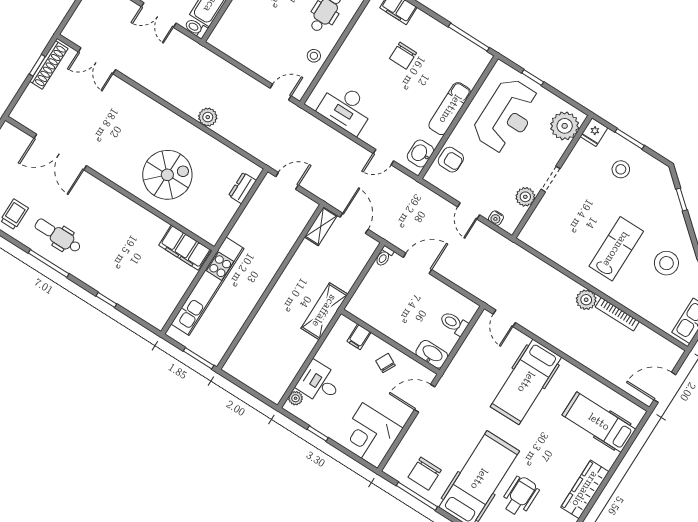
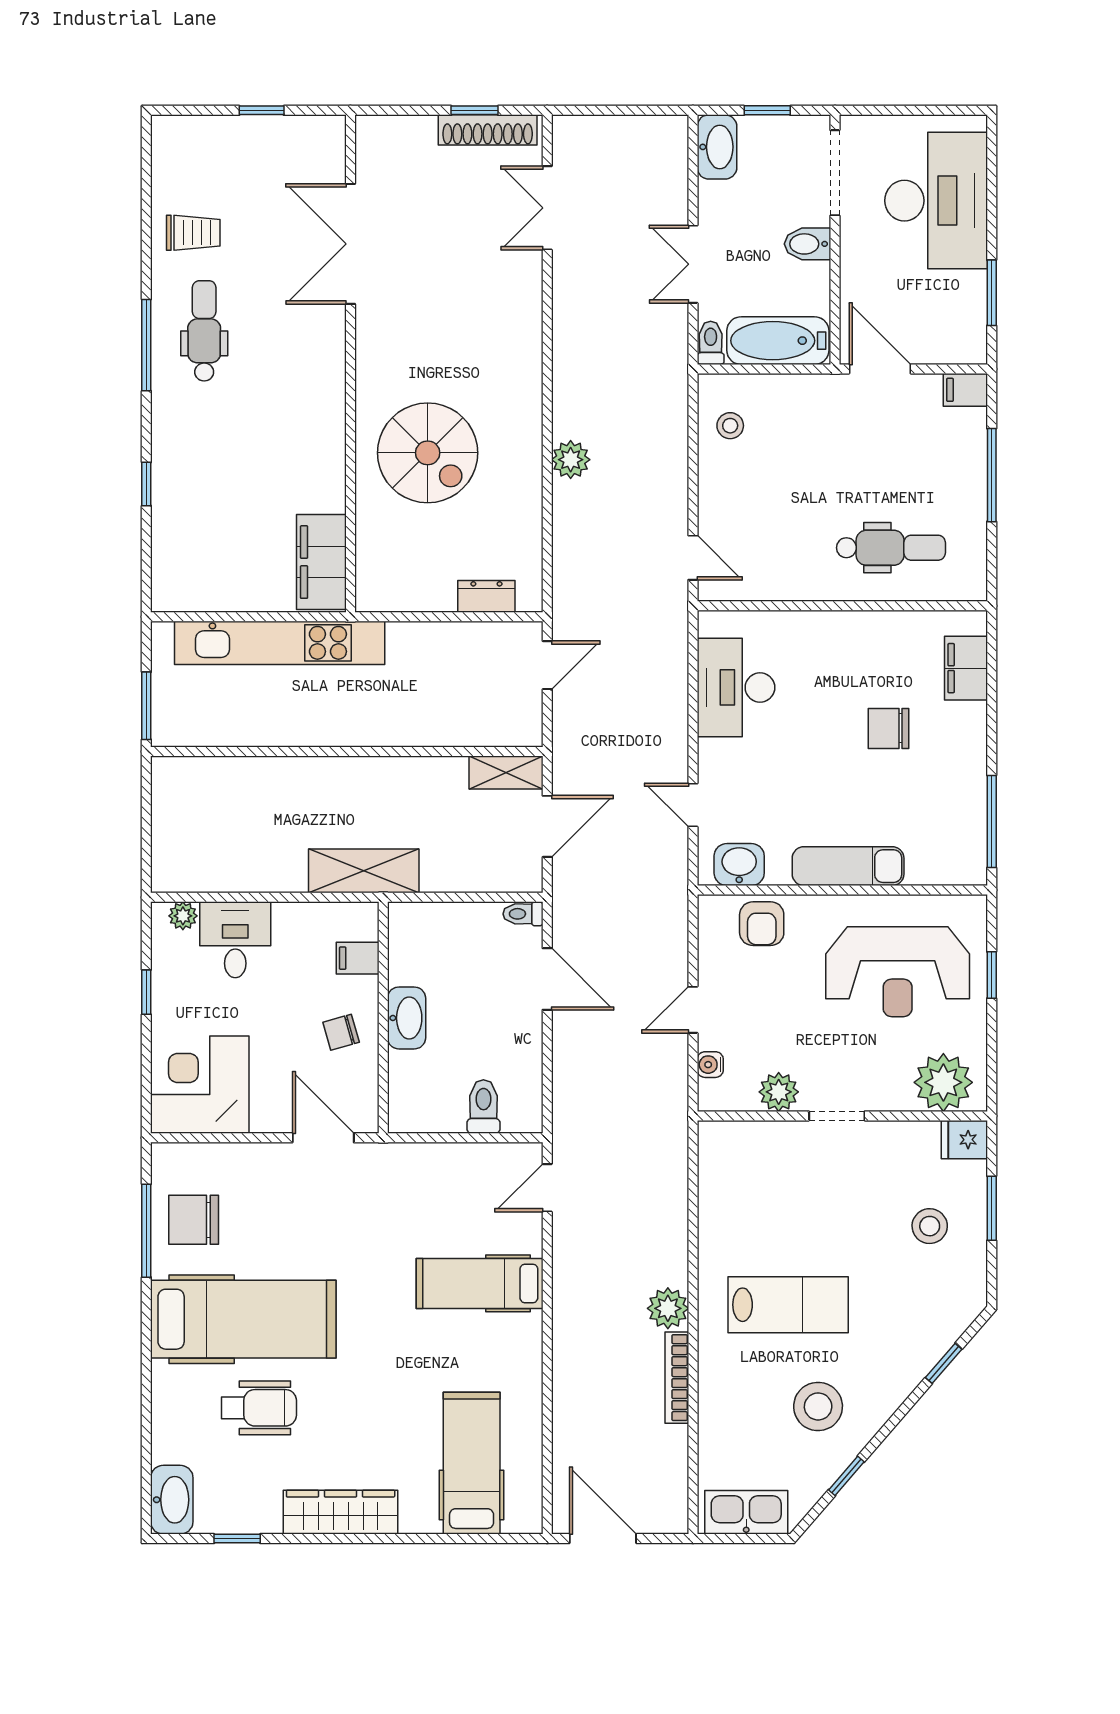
stool: (314, 56) -> (730, 426), moved
door: (287, 181) -> (547, 665), hinge flipped
washbasin: (432, 354) -> (407, 1018), moved
chair: (385, 363) -> (341, 1032), turned -133
hospital bed: (526, 382) -> (480, 1283), width x0.73, depth x0.78

